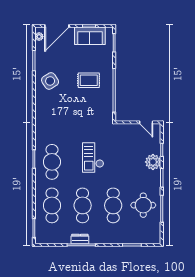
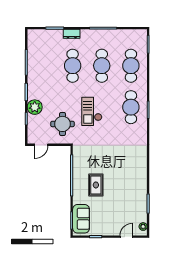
door: (57, 26) -> (126, 237), width x0.53
sofa: (90, 36) -> (81, 219), moved, turned 90
rug: (89, 80) -> (96, 185), turned 90
side table: (50, 81) -> (133, 184), removed
door: (146, 122) -> (41, 145), swing flipped
checkout: (93, 158) -> (92, 111), turned 180
round table: (143, 205) -> (62, 124), moved
dresser: (80, 239) -> (72, 34), moved

